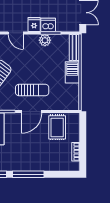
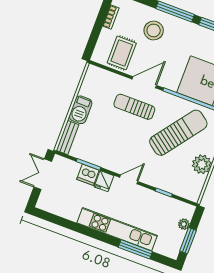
door: (16, 33) -> (129, 179), hinge flipped
plant: (45, 40) -> (98, 159), removed
stool: (39, 154) -> (154, 31), added

